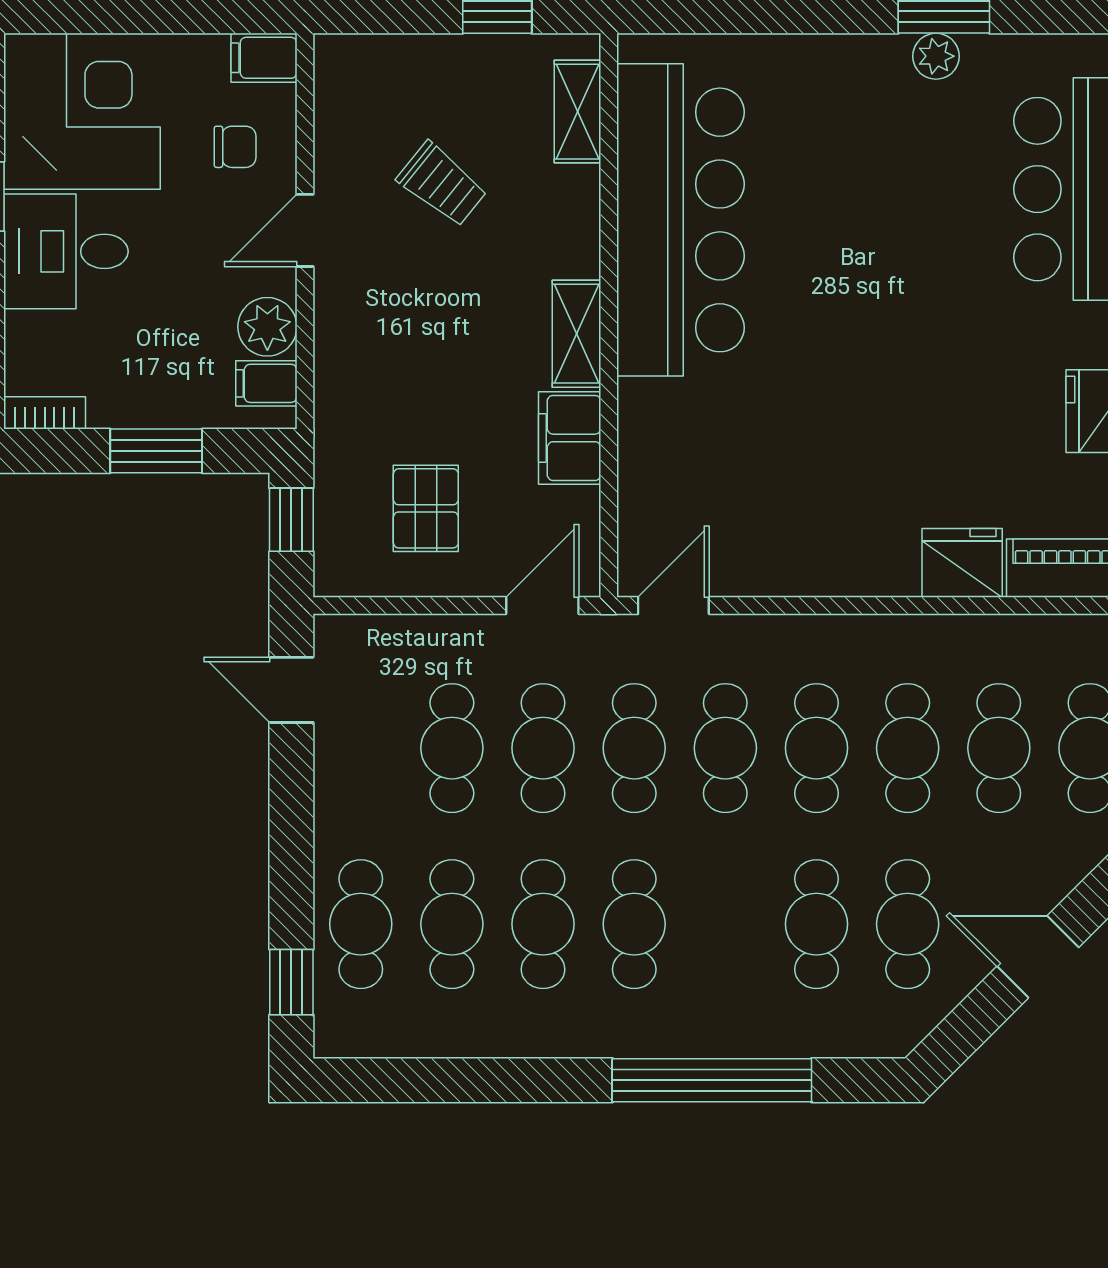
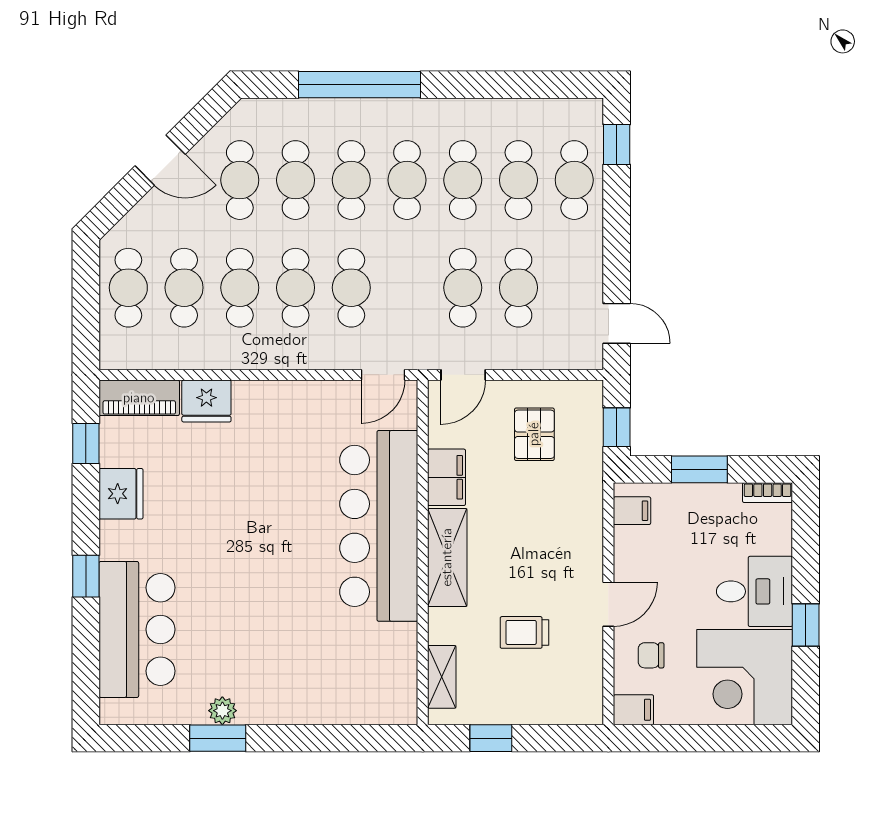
trolley: (442, 184) -> (524, 632), turned -39
bar counter: (680, 220) -> (379, 526), moved
plant: (267, 327) -> (631, 545), removed
shelving: (576, 334) -> (447, 557), width x1.50, depth x1.33
cafe table: (634, 748) -> (351, 180), moved

